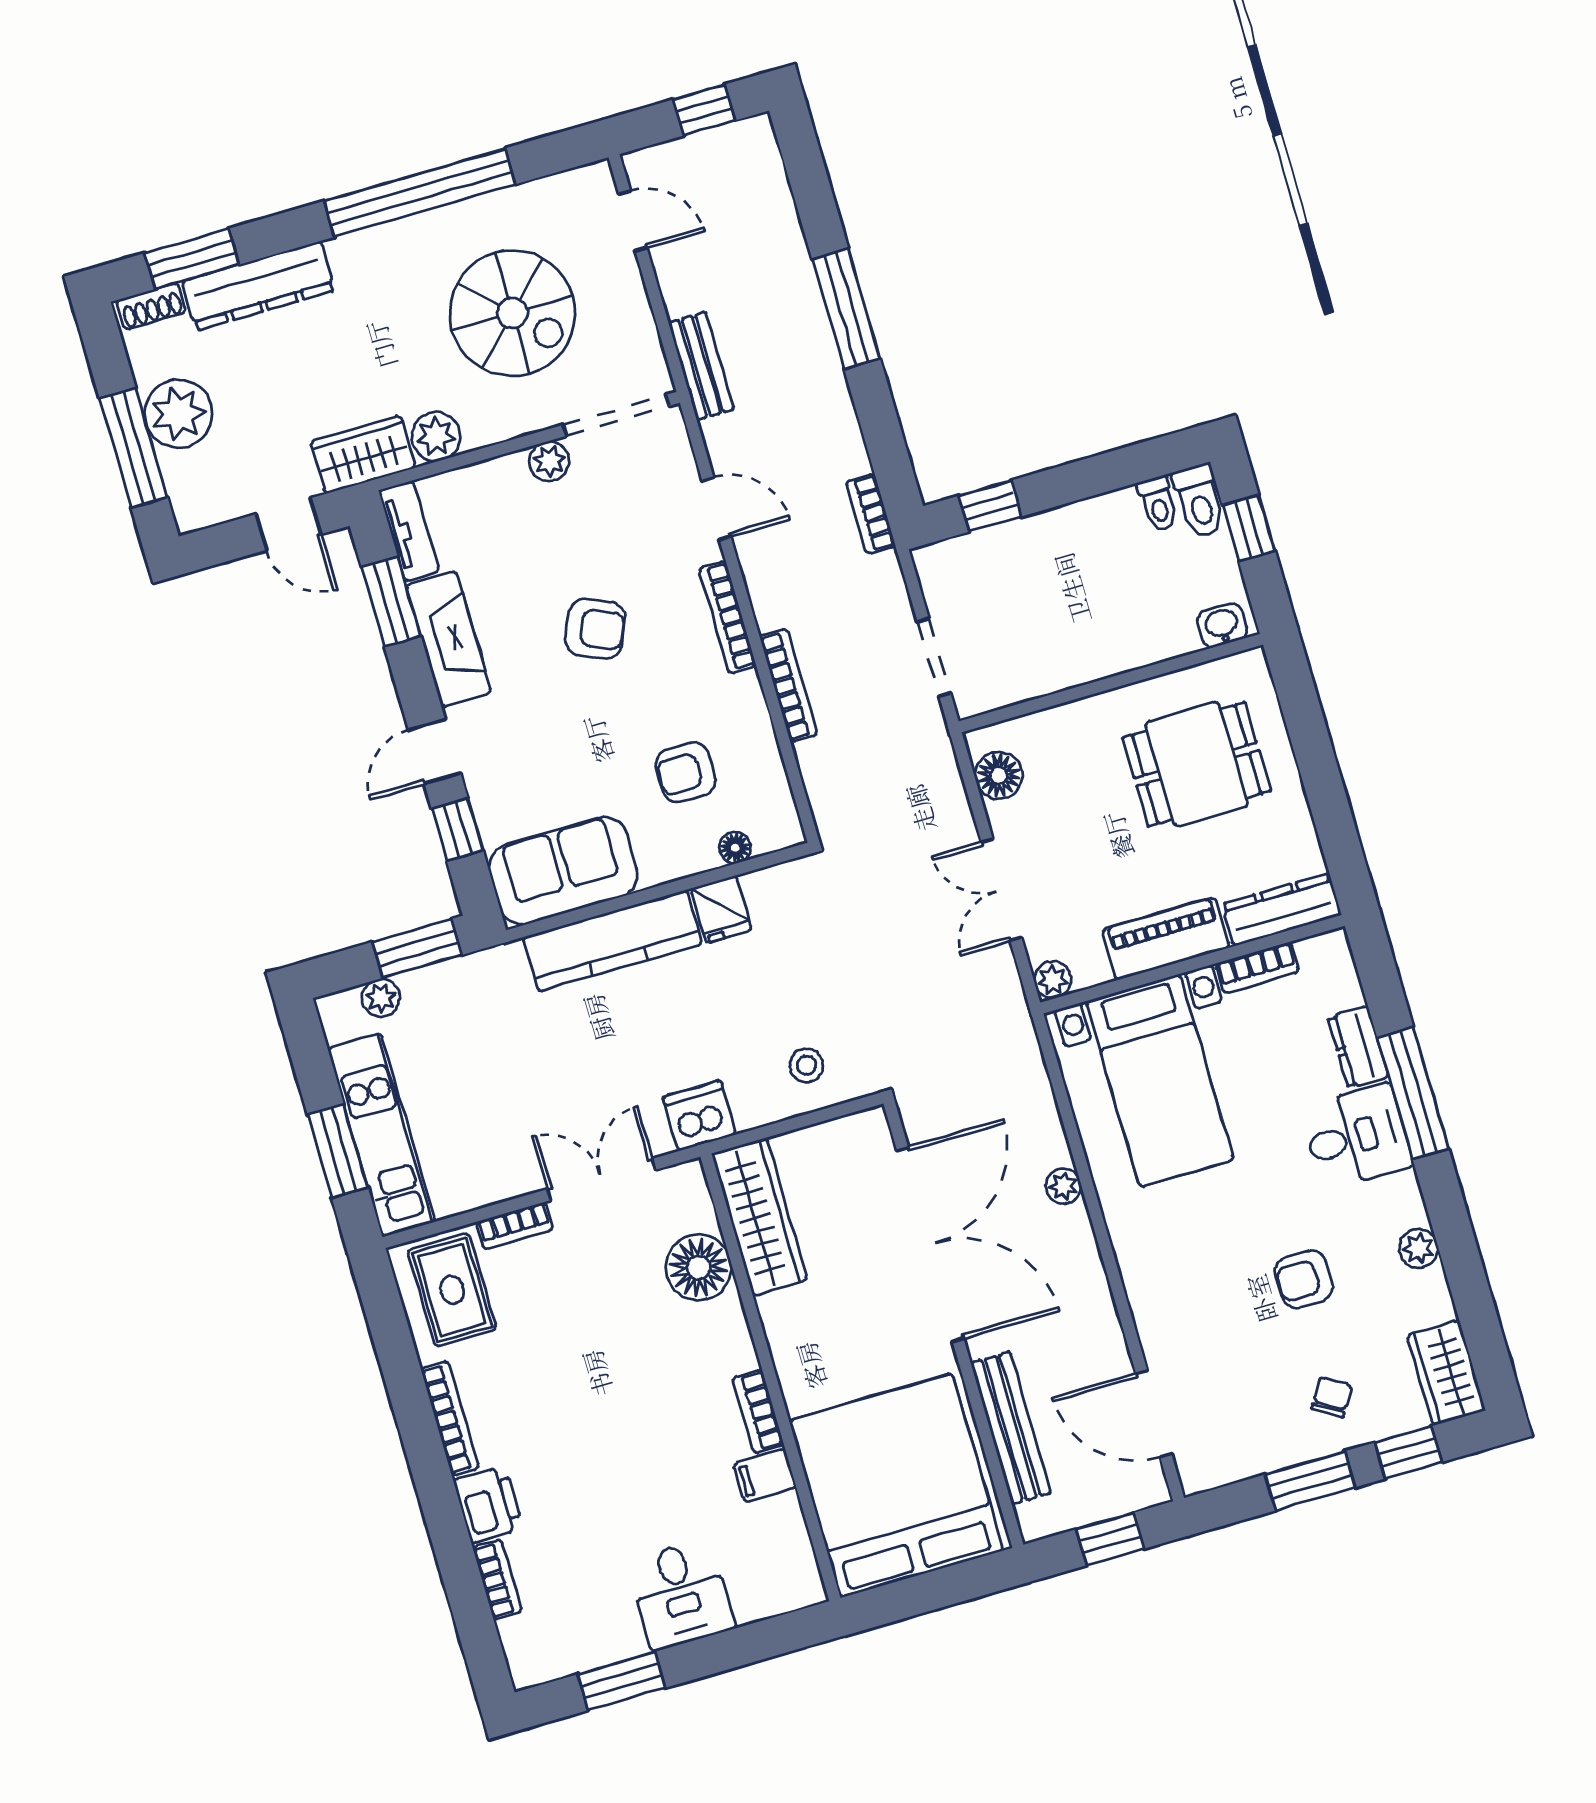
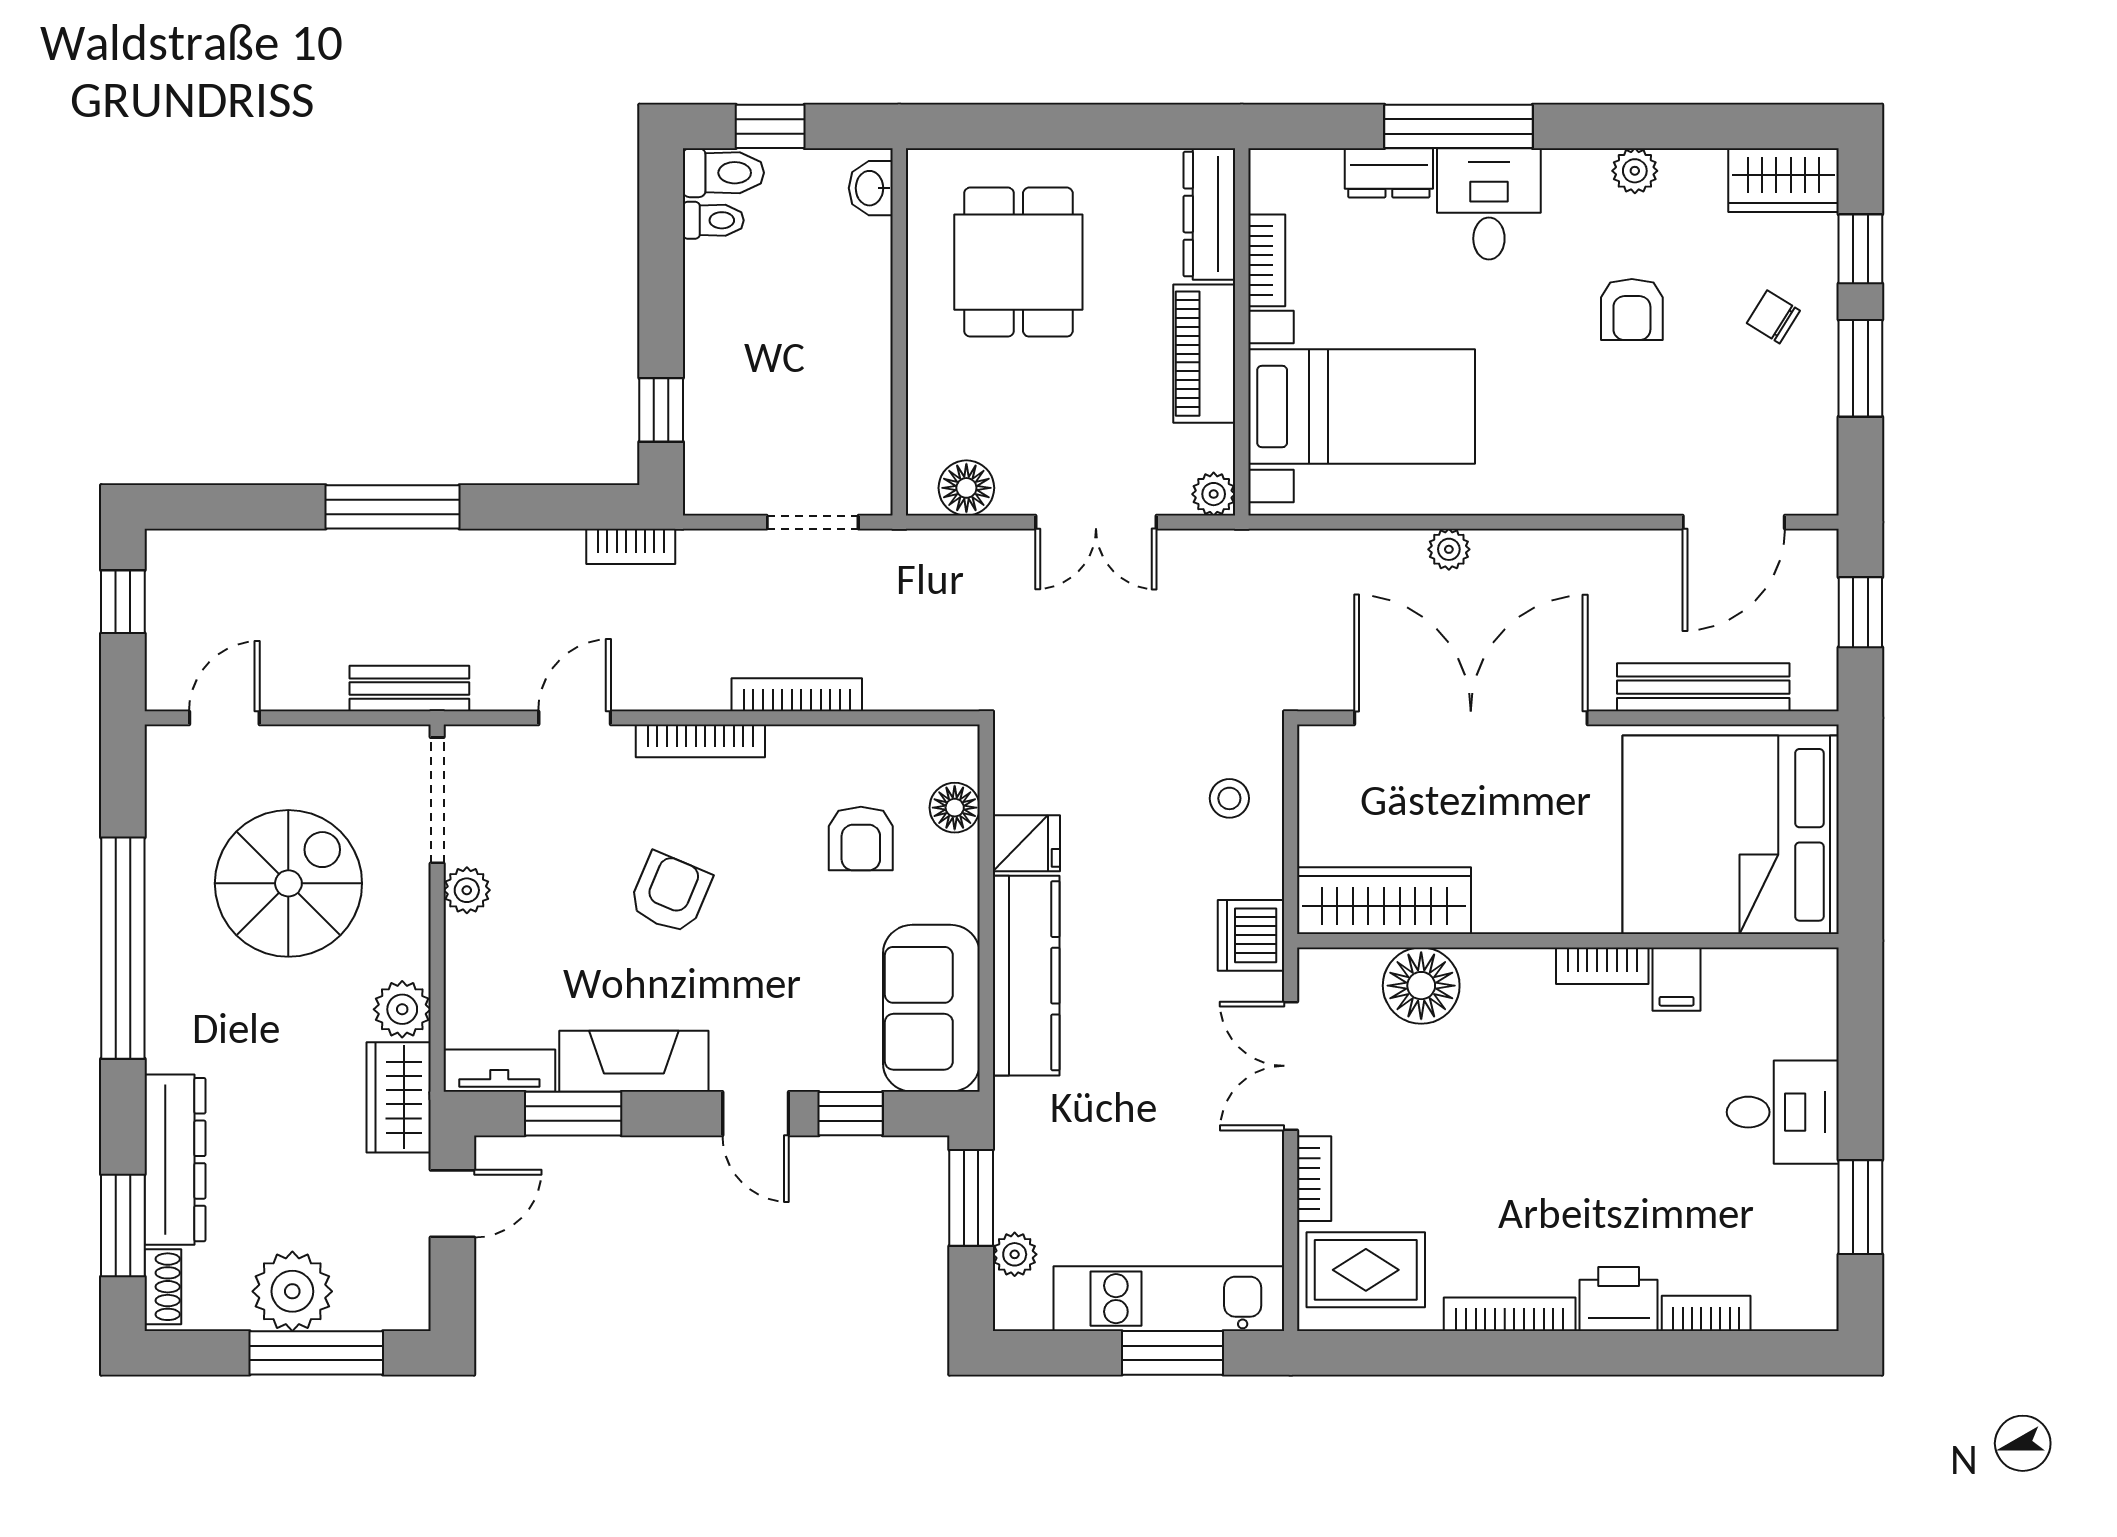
floor lamp: (735, 848) -> (955, 808), width x1.37, depth x1.37

